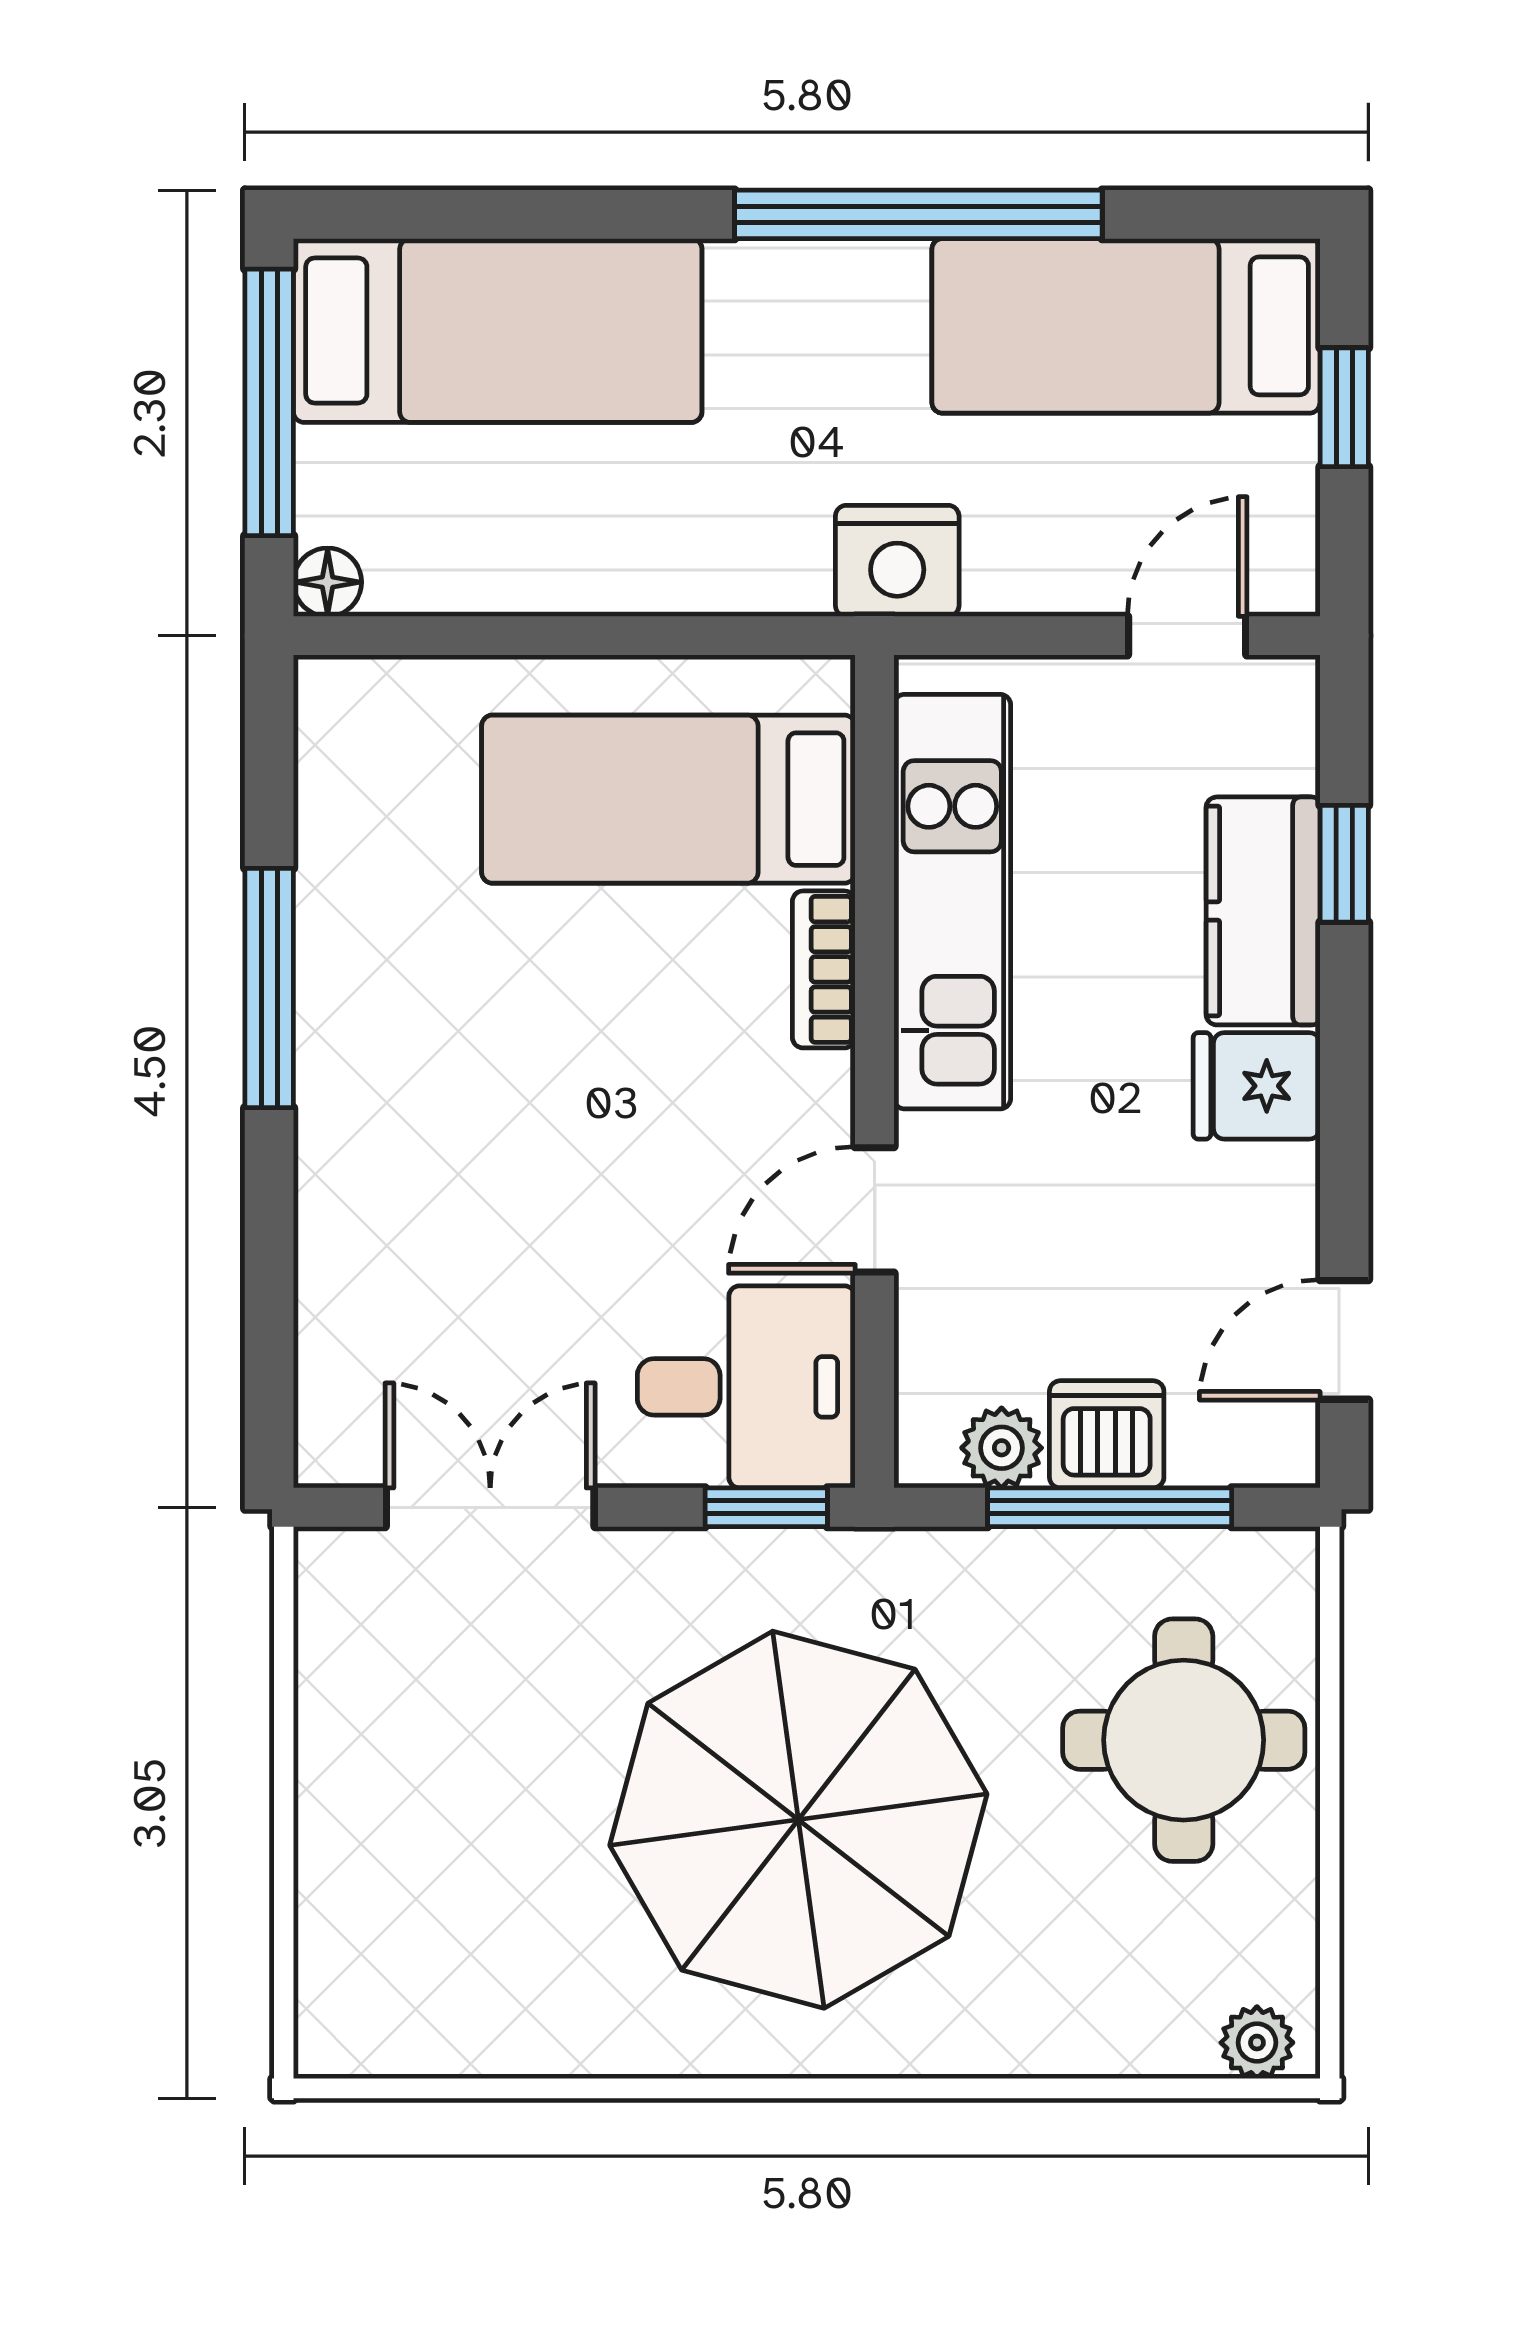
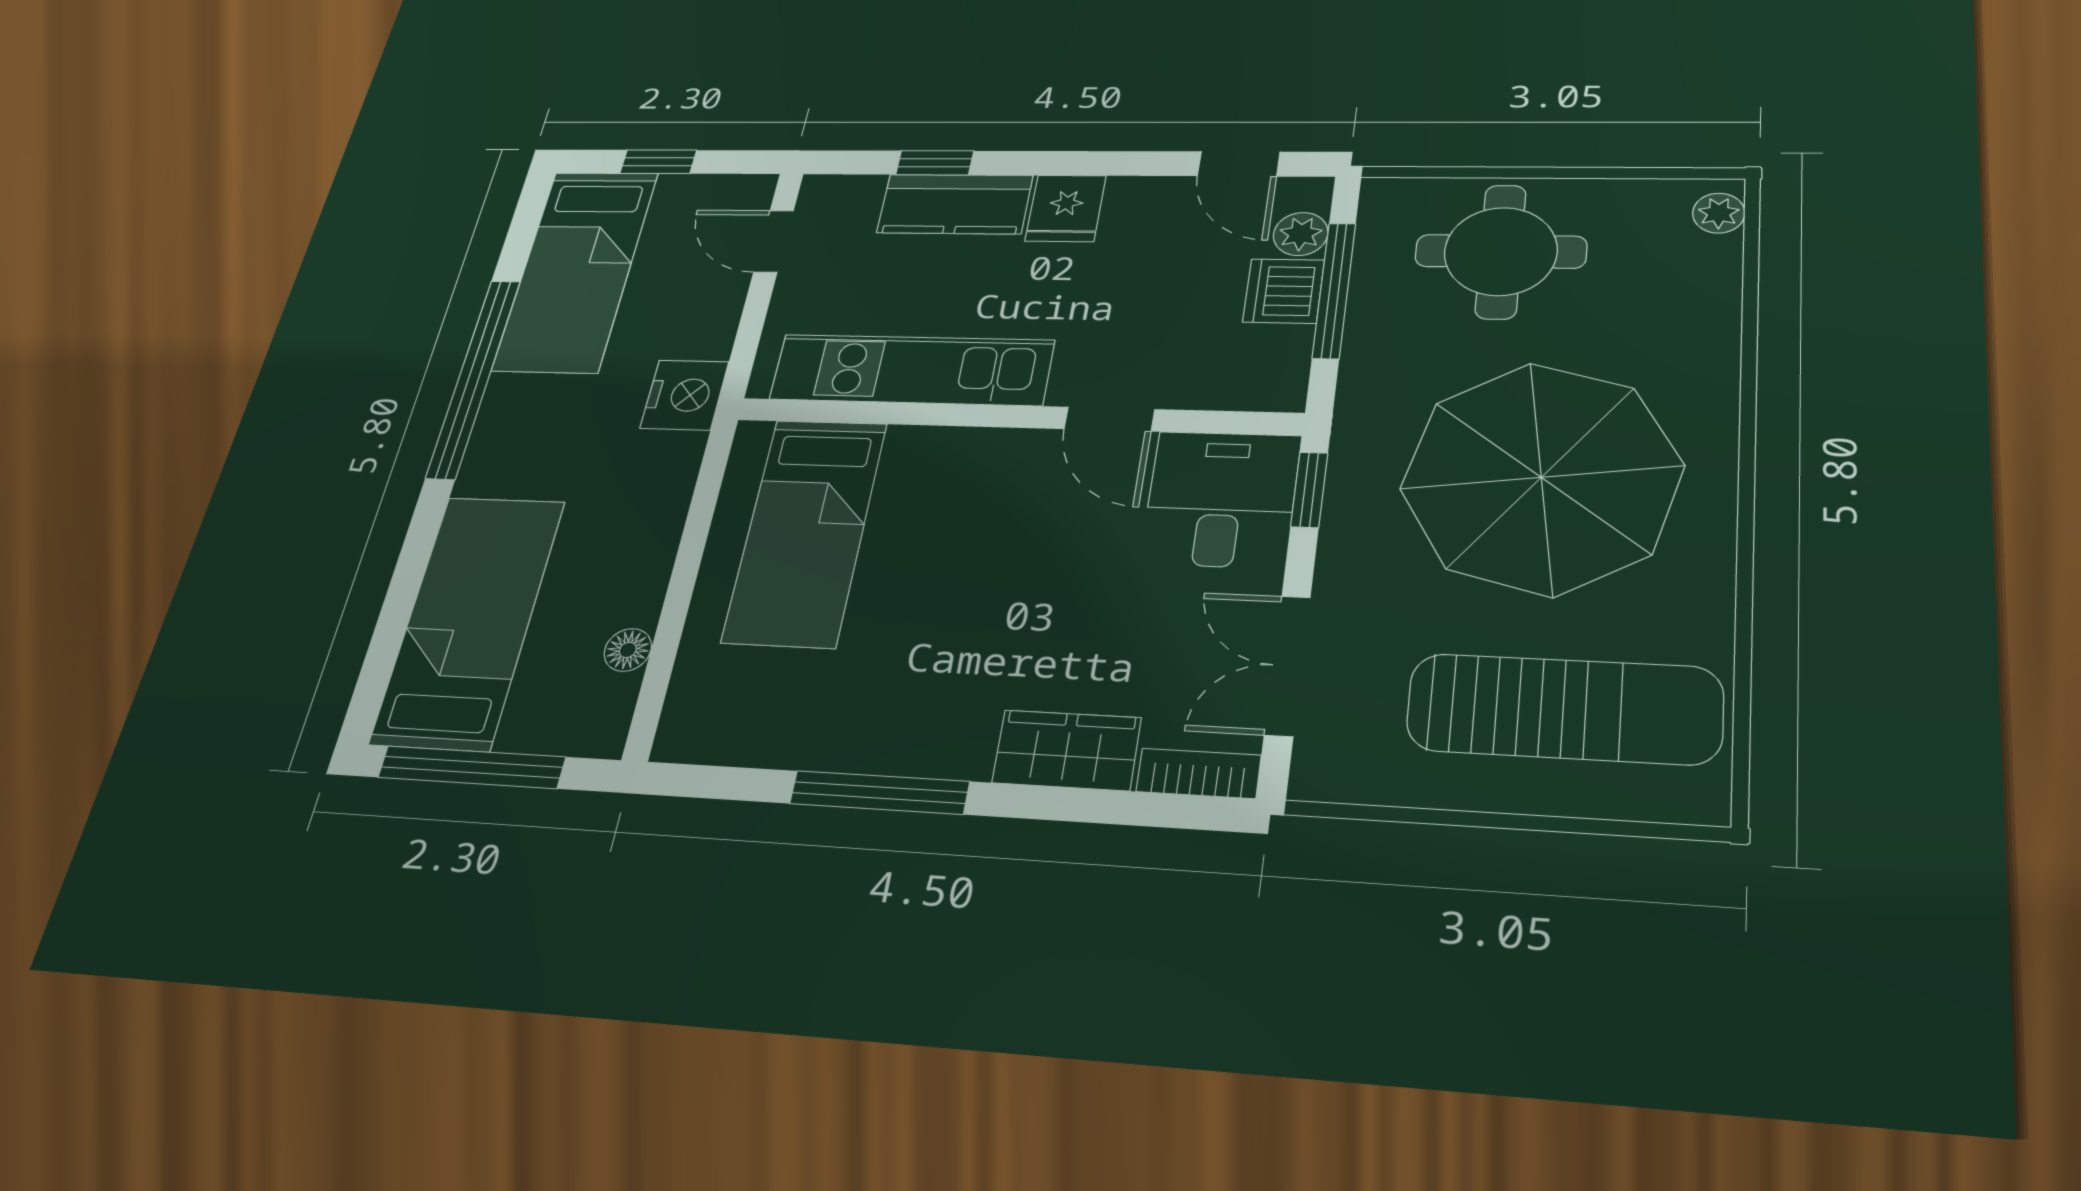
floor lamp: (328, 582) -> (628, 650), moved
bookcase: (824, 969) -> (1199, 773), moved, turned 180
wardrobe: (347, 1230) -> (1067, 750), added
plant: (1002, 1448) -> (1301, 234), moved
sun lounger: (447, 1868) -> (1564, 709), added

